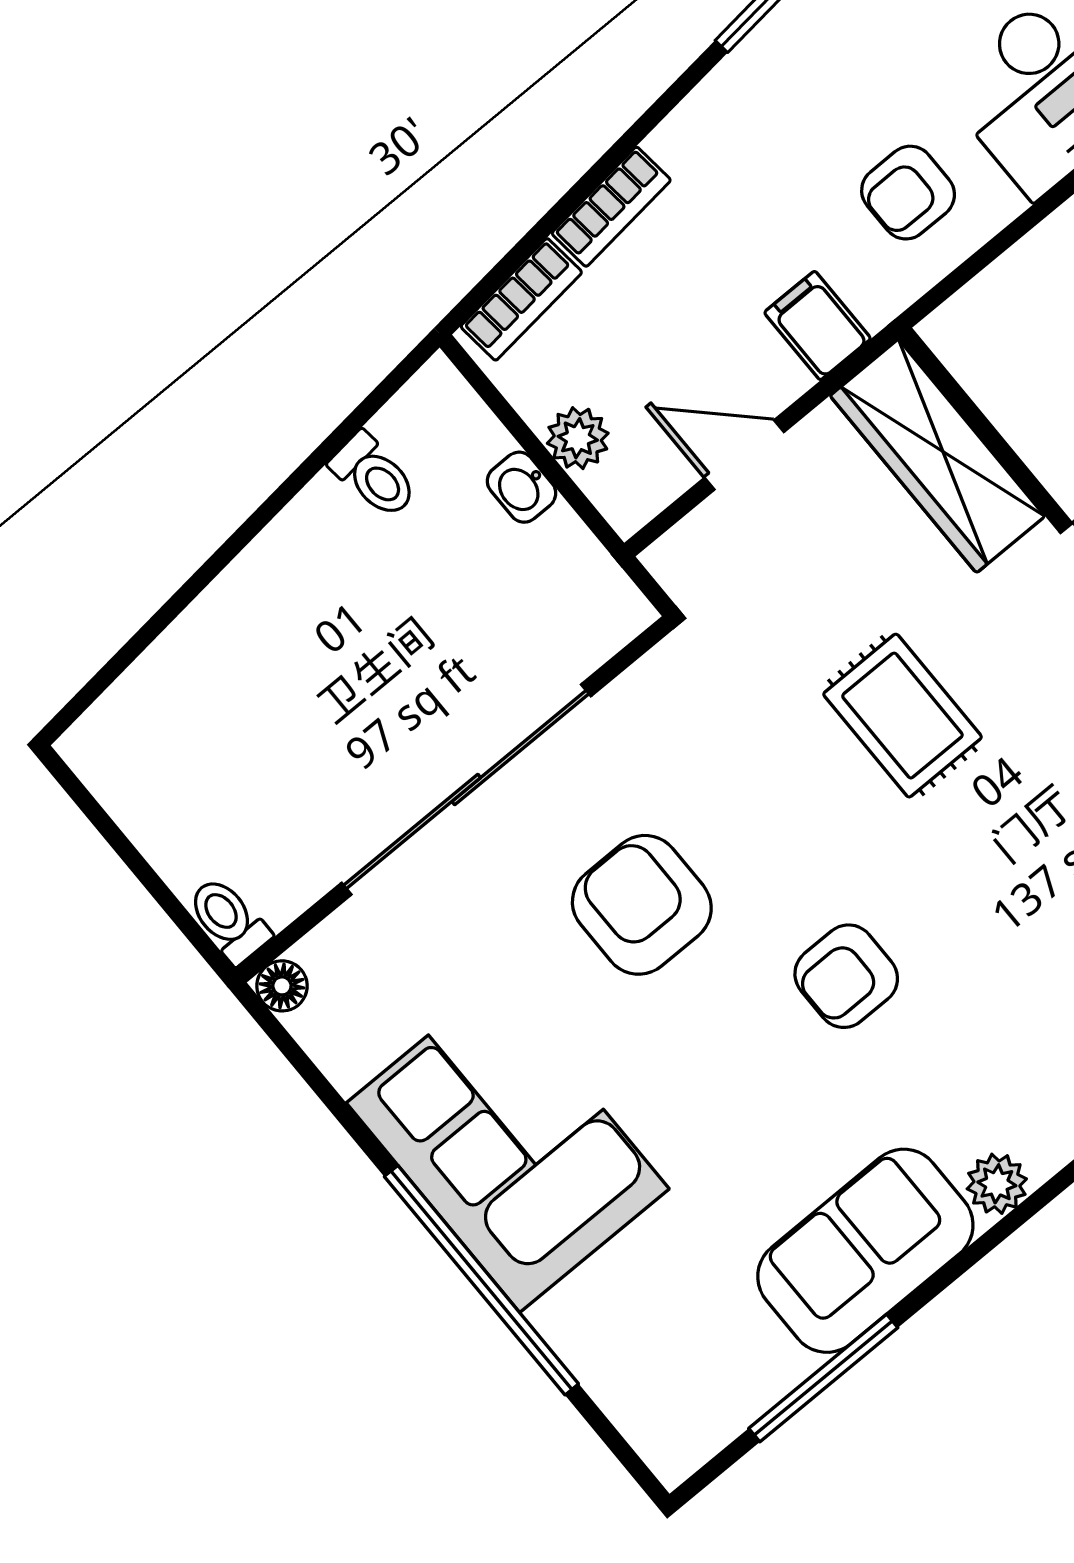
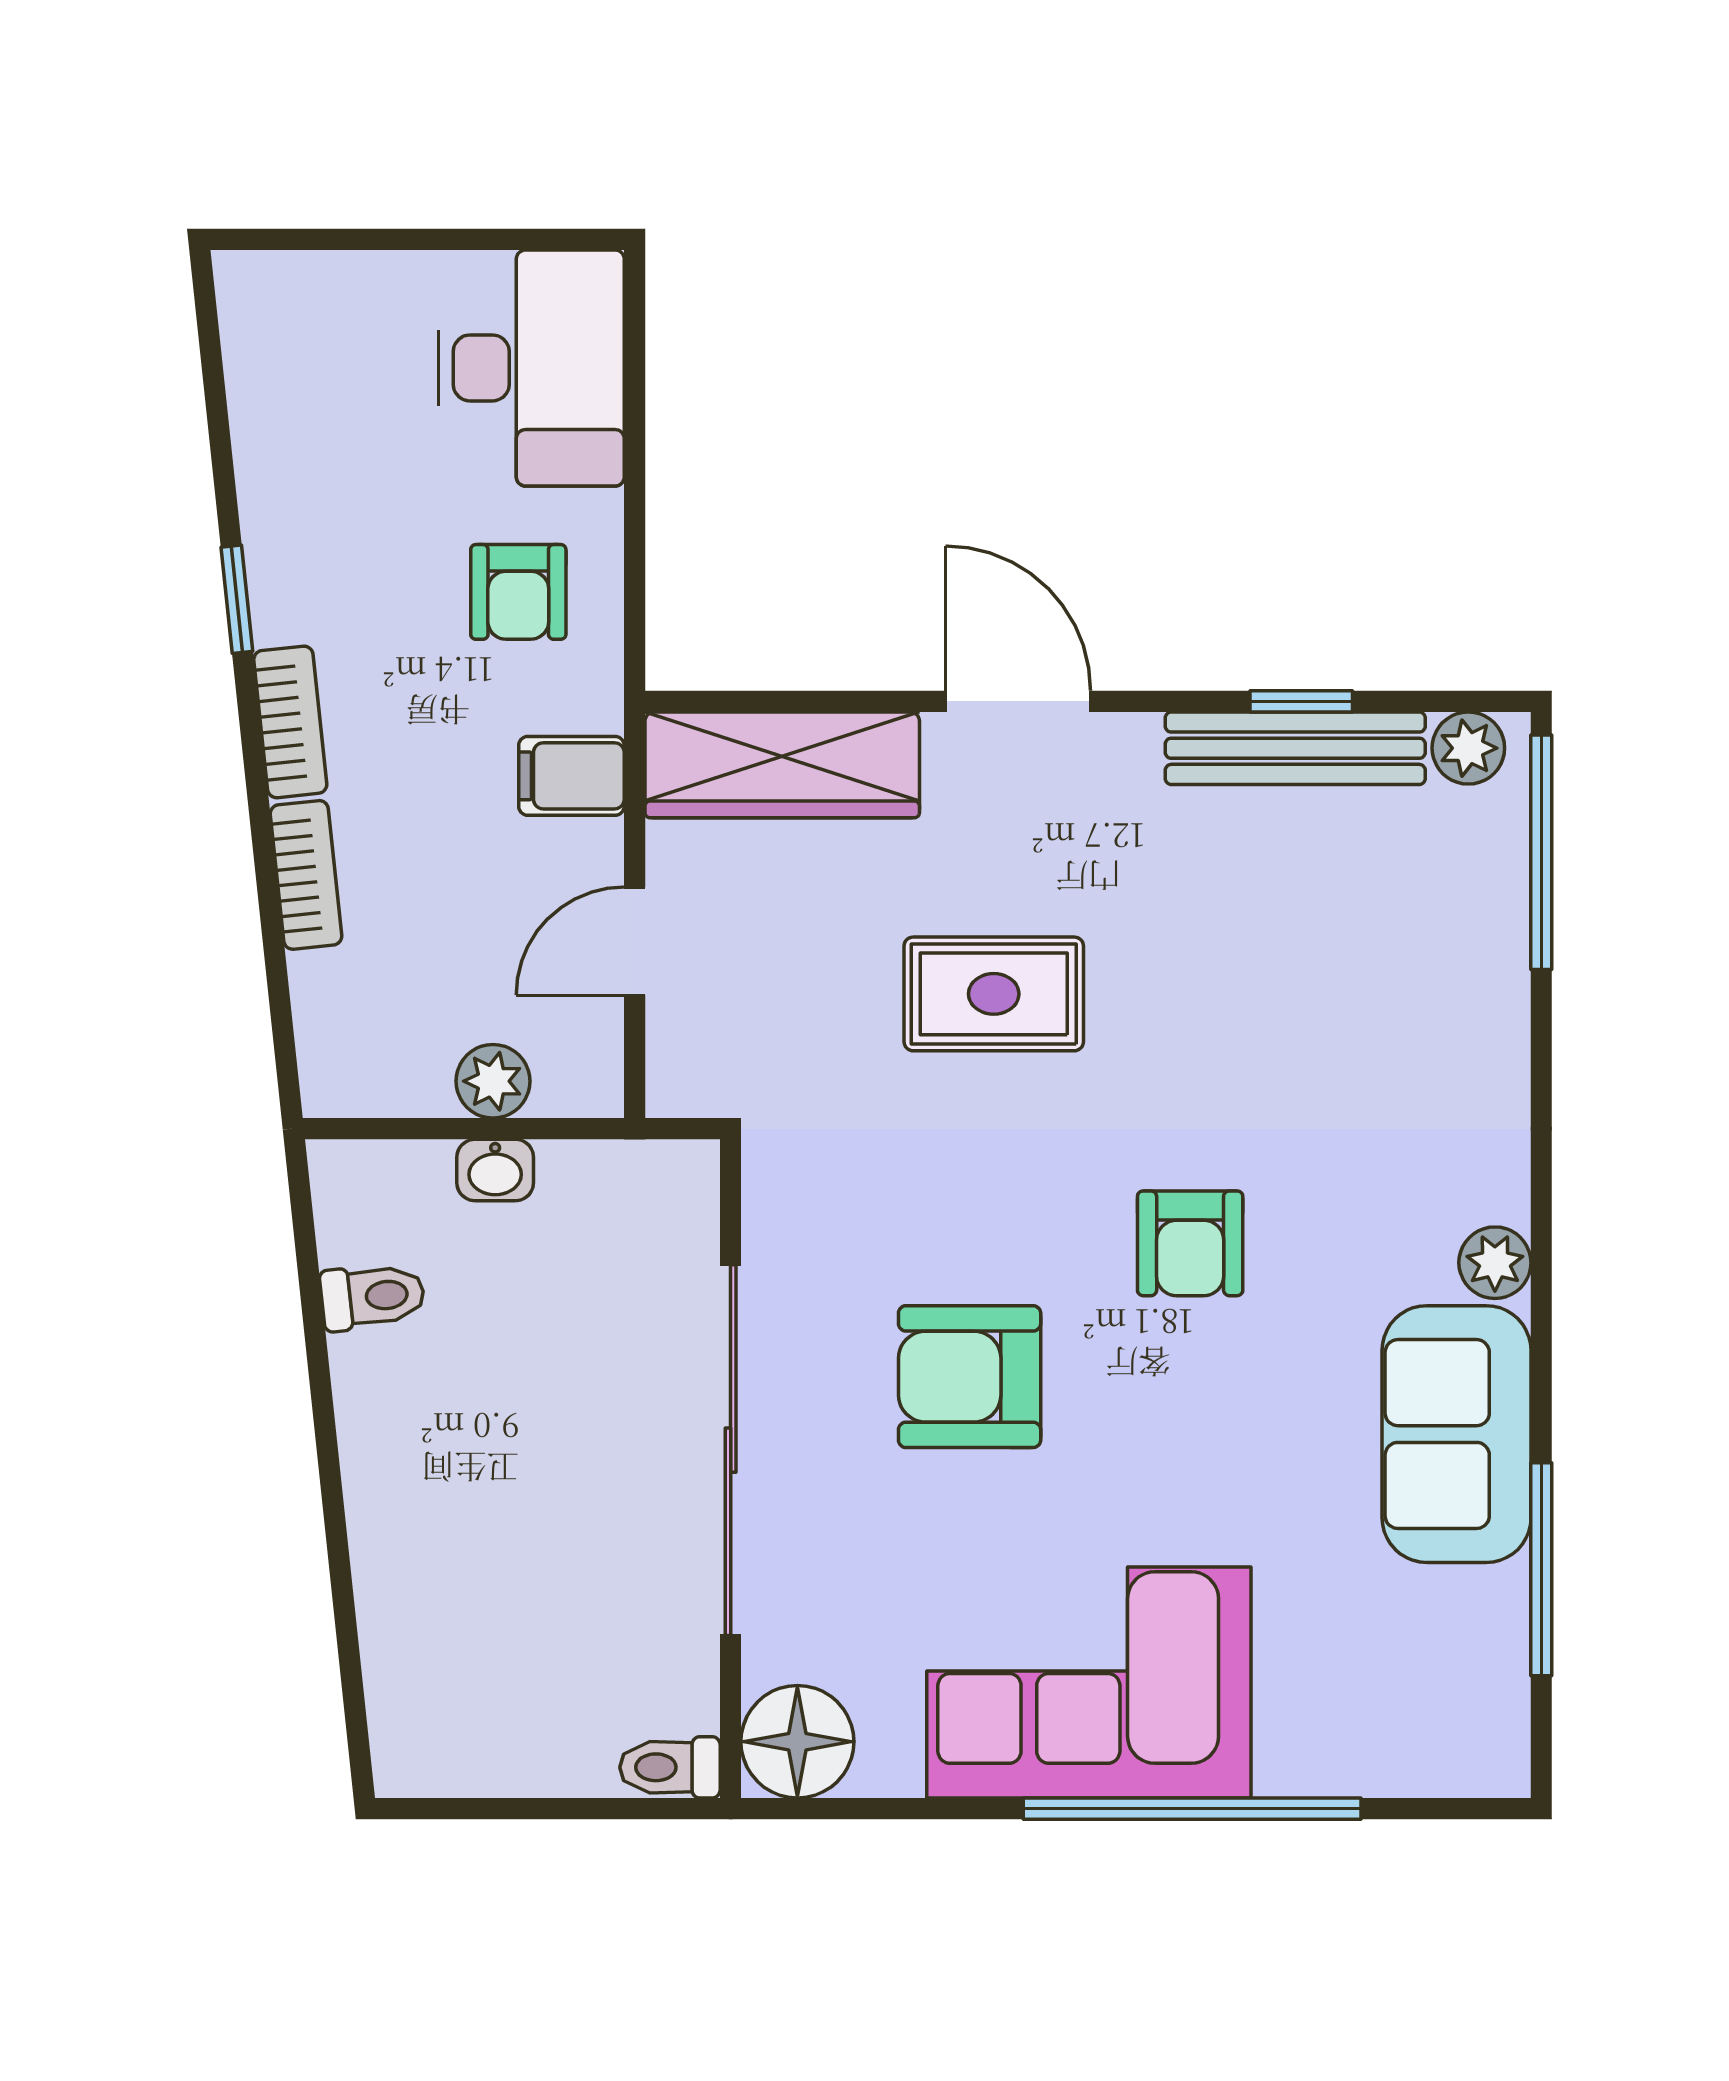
bookcase: (521, 299) -> (290, 722), moved
floor lamp: (282, 986) -> (797, 1742), width x1.89, depth x1.89

